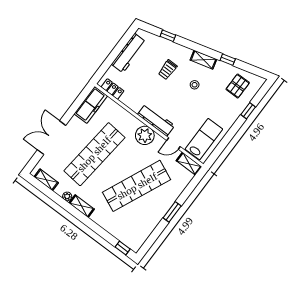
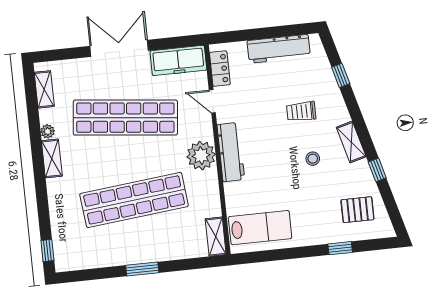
double door: (52, 138) -> (119, 48), moved
door: (173, 144) -> (212, 101), moved
shop shelf: (137, 186) -> (134, 200), turned -30

